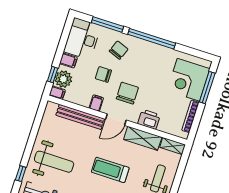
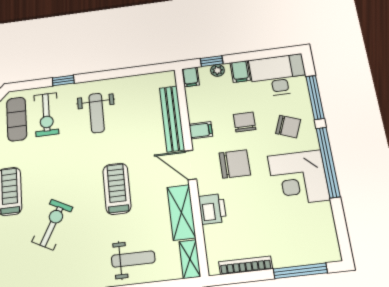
plant: (63, 79) -> (217, 70), width x0.53, depth x0.53
corner desk: (188, 80) -> (299, 178), moved, turned -90
weight bench: (54, 162) -> (97, 113), width x0.73, depth x0.75

